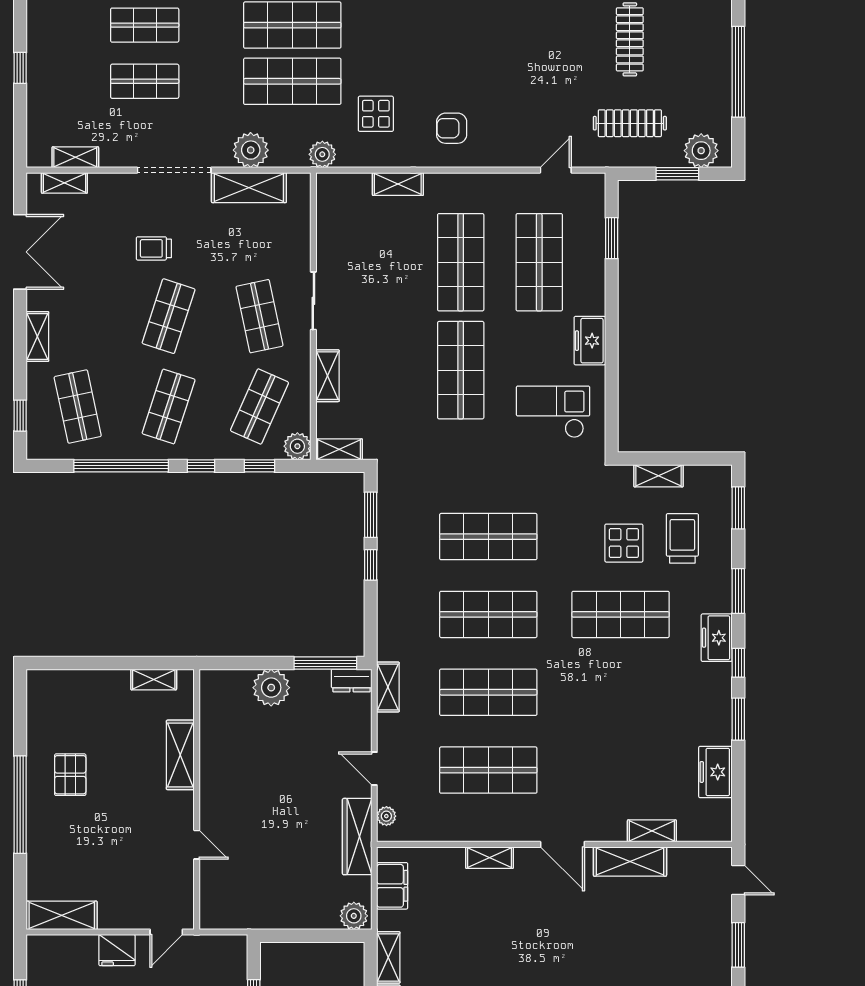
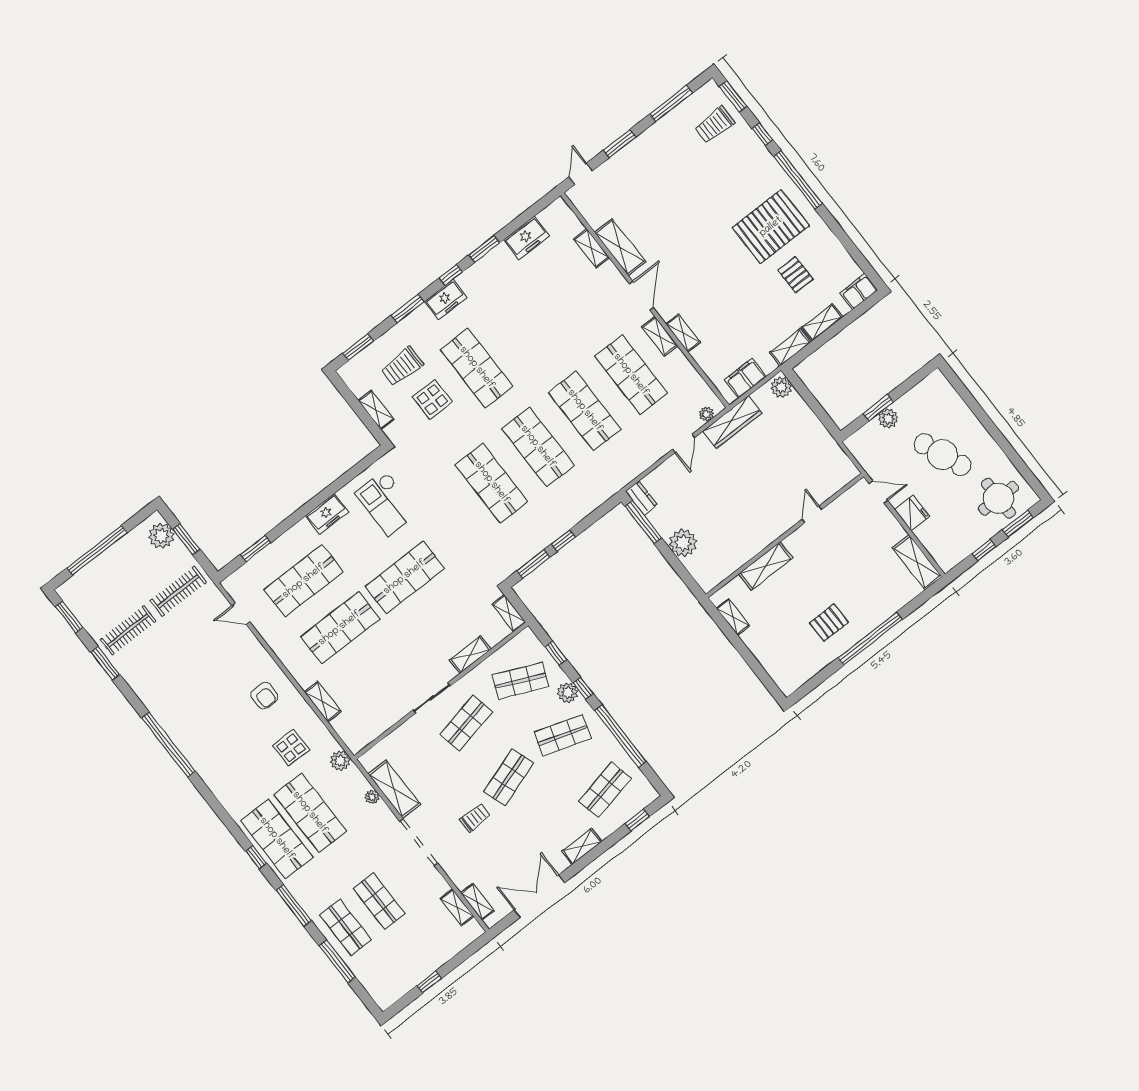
clothes rail: (630, 123) -> (178, 591), turned 90
plant: (251, 150) -> (372, 797), width x0.53, depth x0.53
trolley: (154, 248) -> (475, 818), turned -90
shop shelf: (169, 316) -> (509, 777), turned -36
plant: (297, 446) -> (568, 693), moved
shelving: (388, 687) -> (660, 336), moved, turned 90

